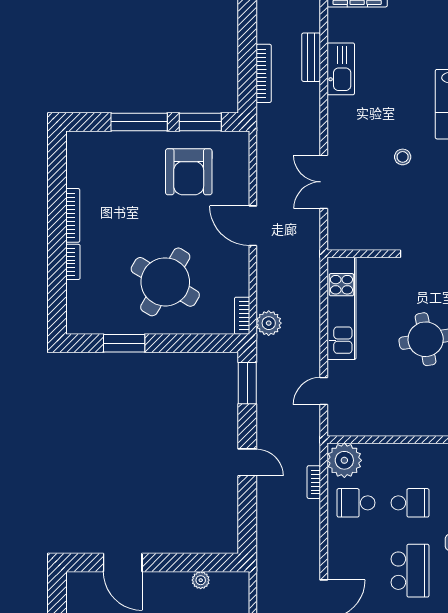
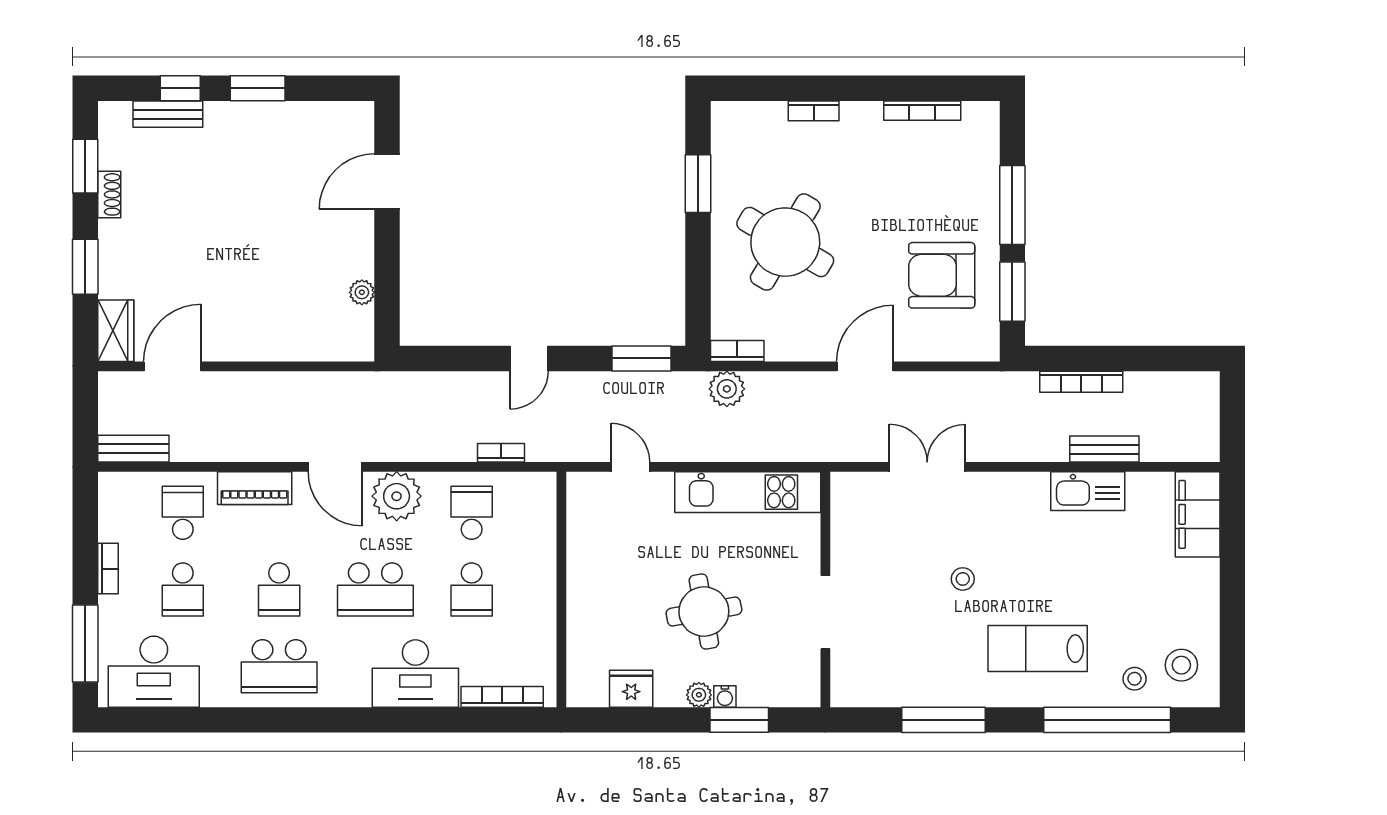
bookcase: (73, 215) -> (922, 111), moved
plant: (344, 460) -> (397, 496), moved

